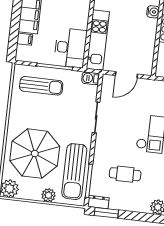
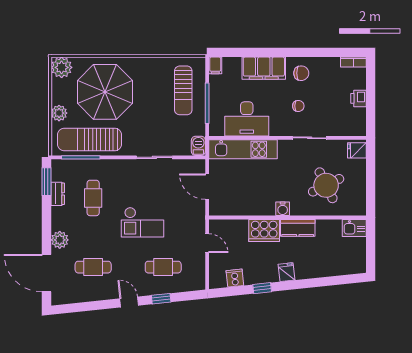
filing cabinet: (25, 39) -> (215, 65), moved
desk: (70, 48) -> (247, 119), moved
dresser: (98, 202) -> (58, 194), moved

